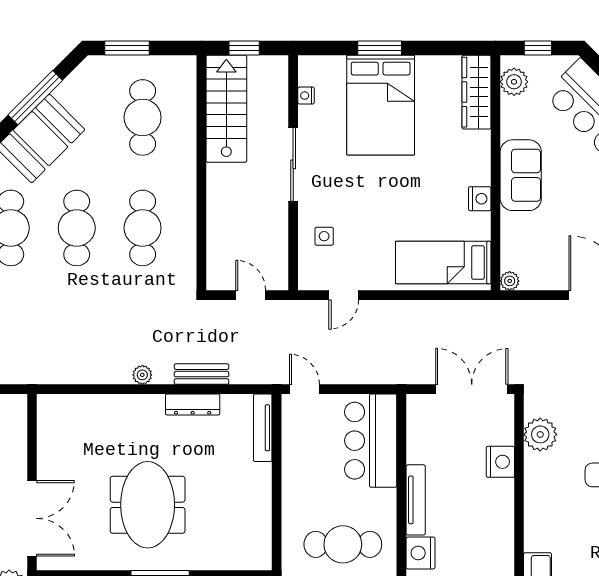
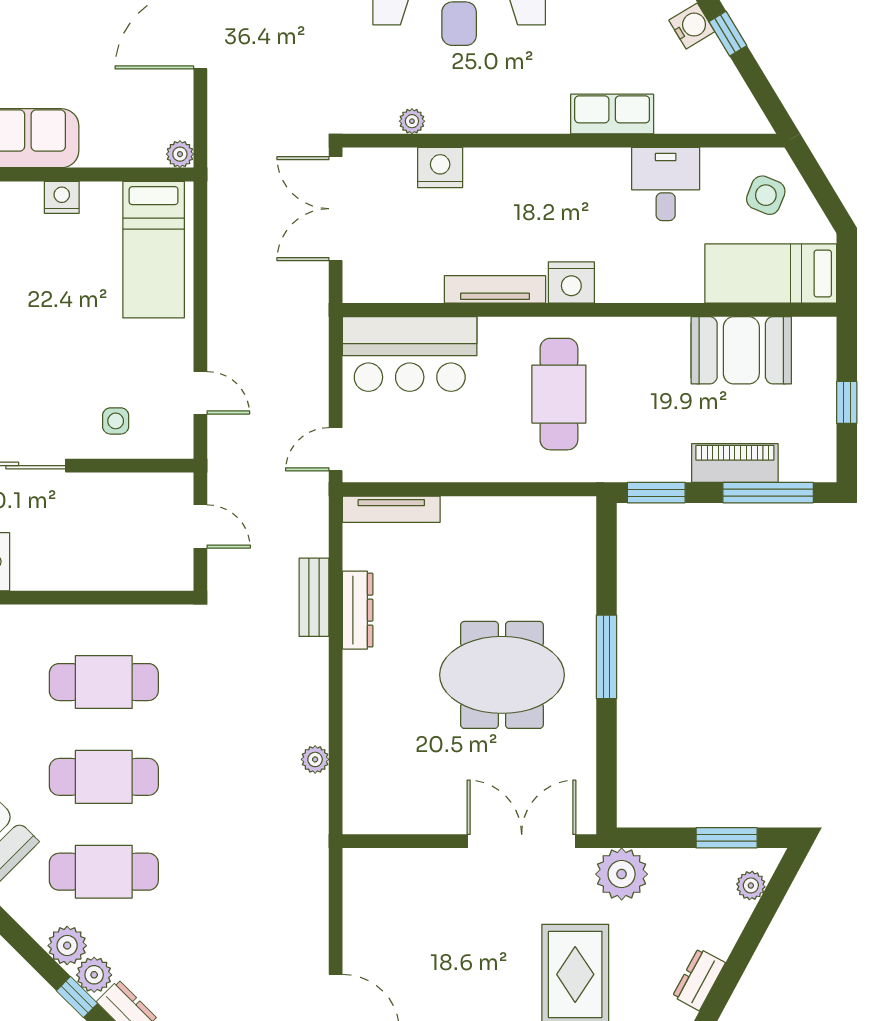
door: (251, 295) -> (200, 527), swing flipped
plant: (142, 375) -> (315, 759), moved
plant: (540, 434) -> (412, 121), width x0.53, depth x0.53

